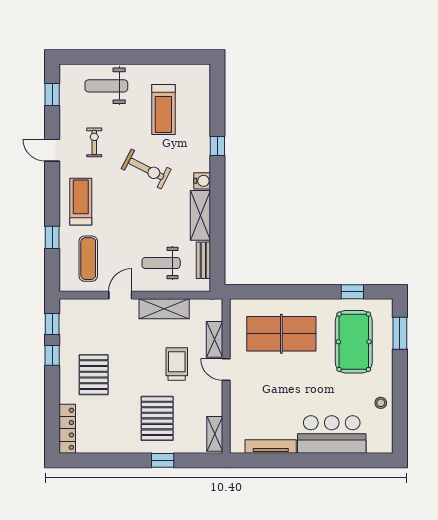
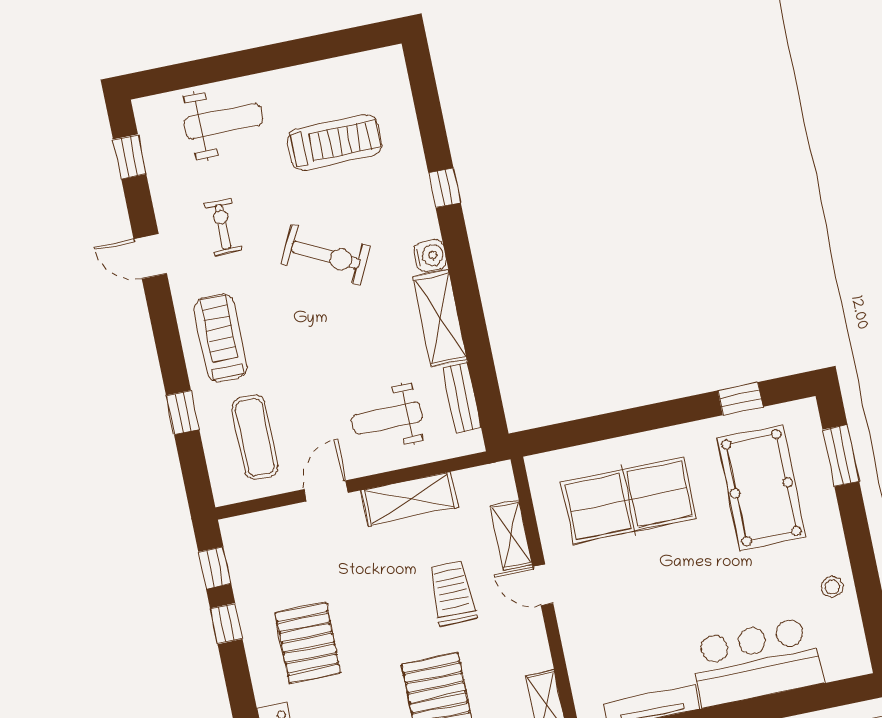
weight bench: (106, 86) -> (223, 121), turned 180
treadmill: (163, 109) -> (335, 142), turned -90

